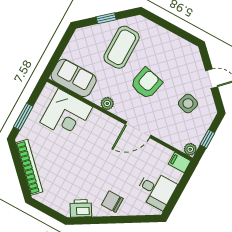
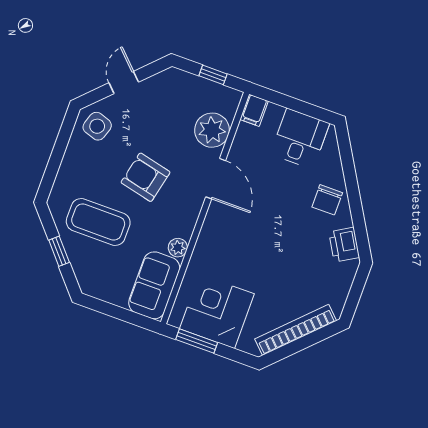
plant: (107, 103) -> (178, 248), moved
side table: (188, 103) -> (97, 126), moved
corner desk: (66, 115) -> (217, 311), moved, turned -90
window: (23, 117) -> (197, 341), moved
plant: (190, 149) -> (212, 130), moved, width x1.87, depth x1.87

